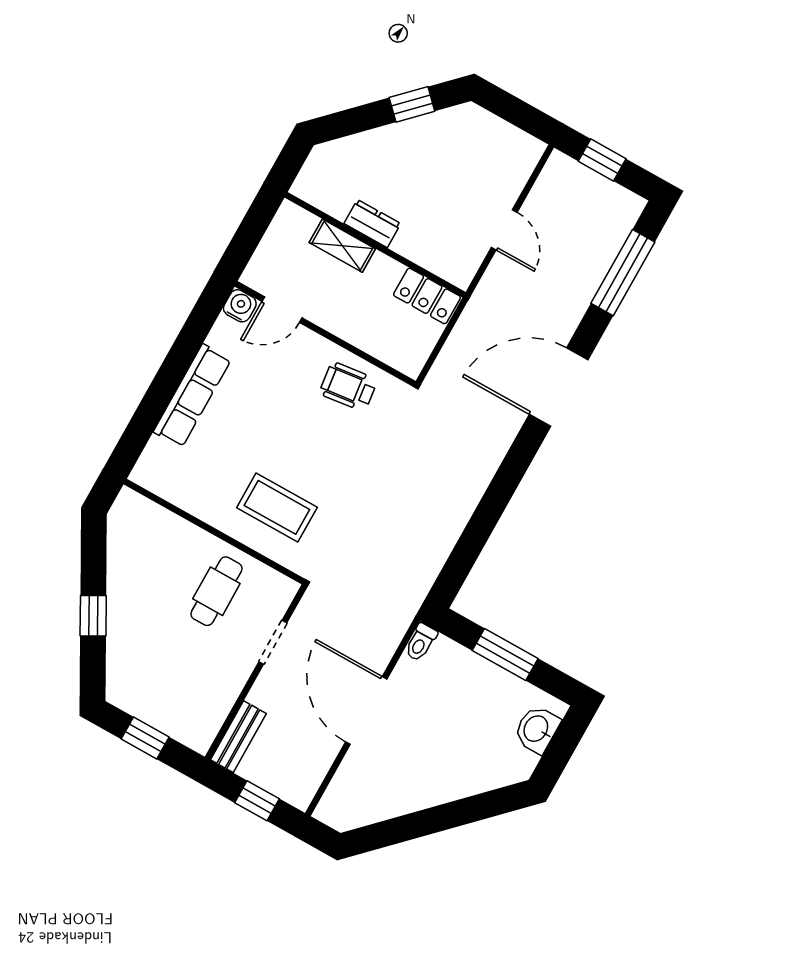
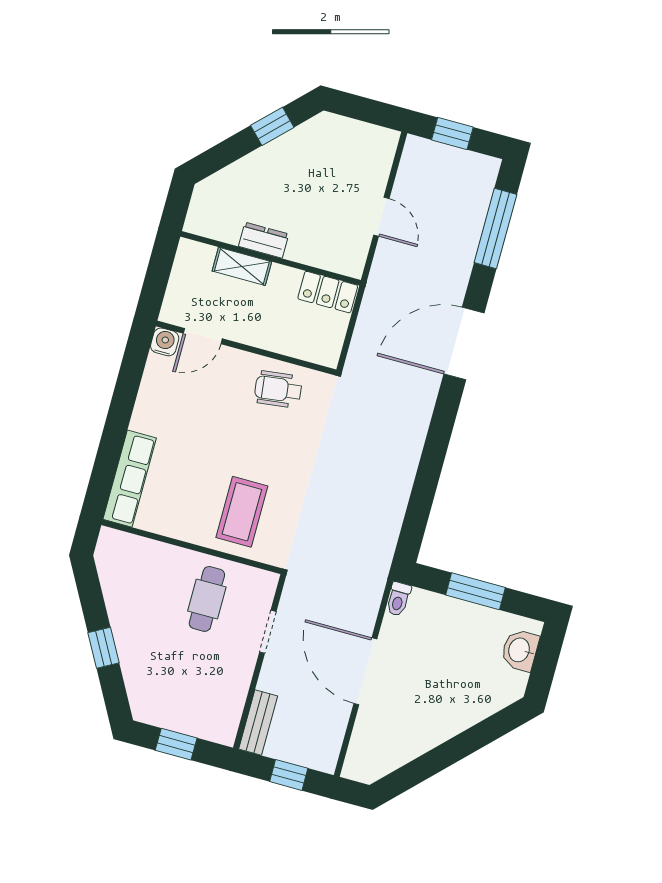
row of seats: (192, 396) -> (130, 479), moved
coffee table: (277, 507) -> (242, 512), turned 90

